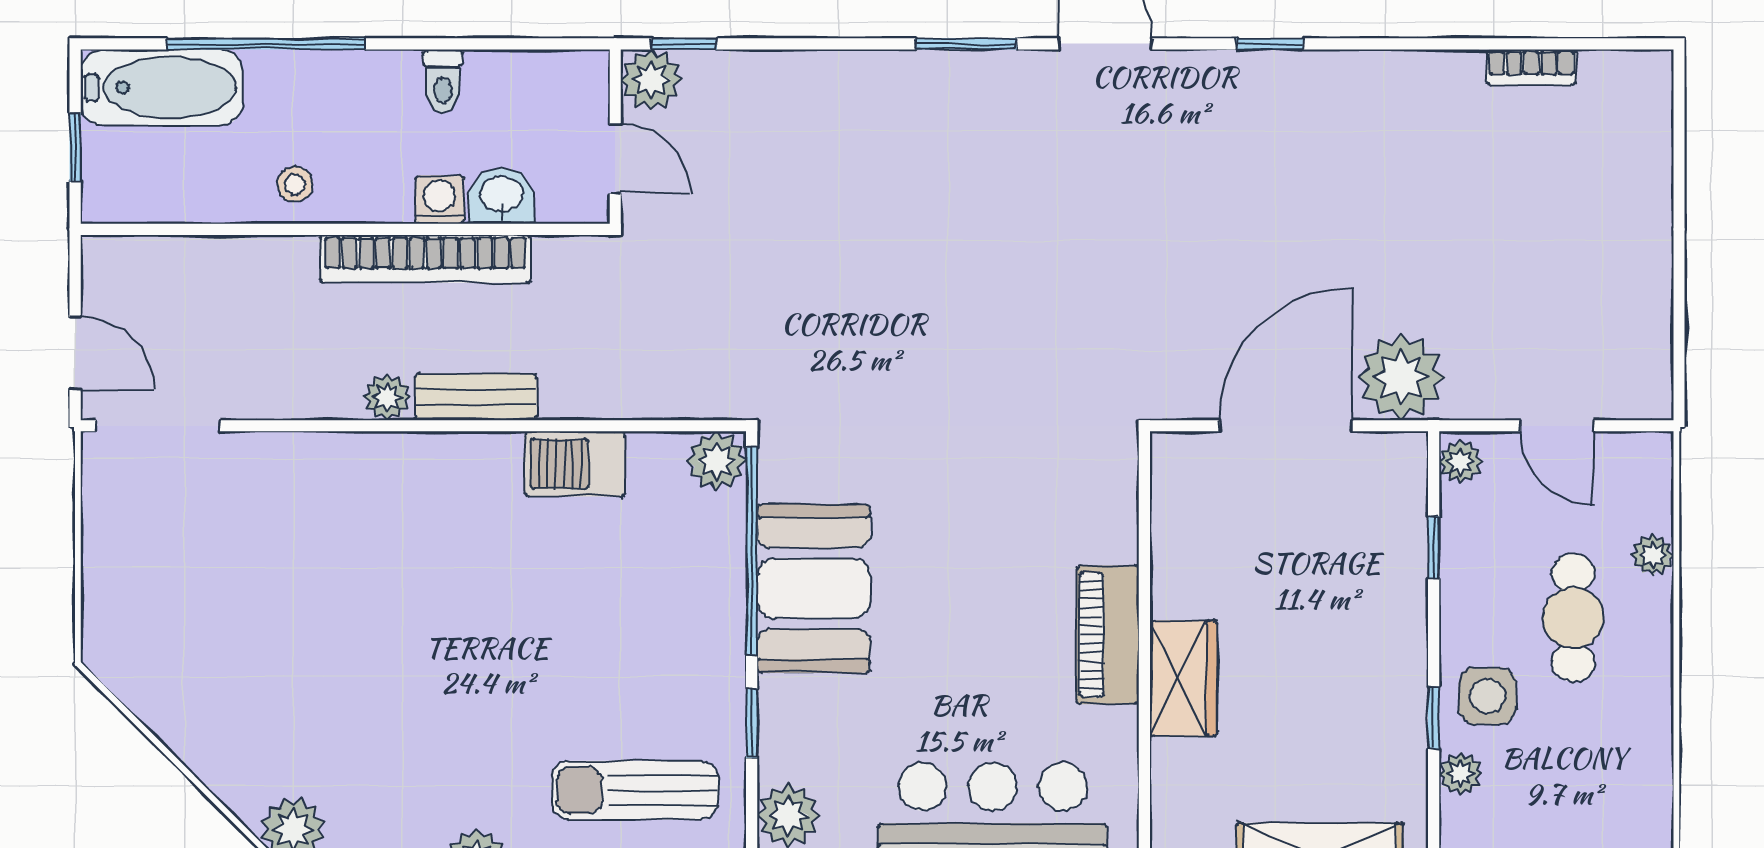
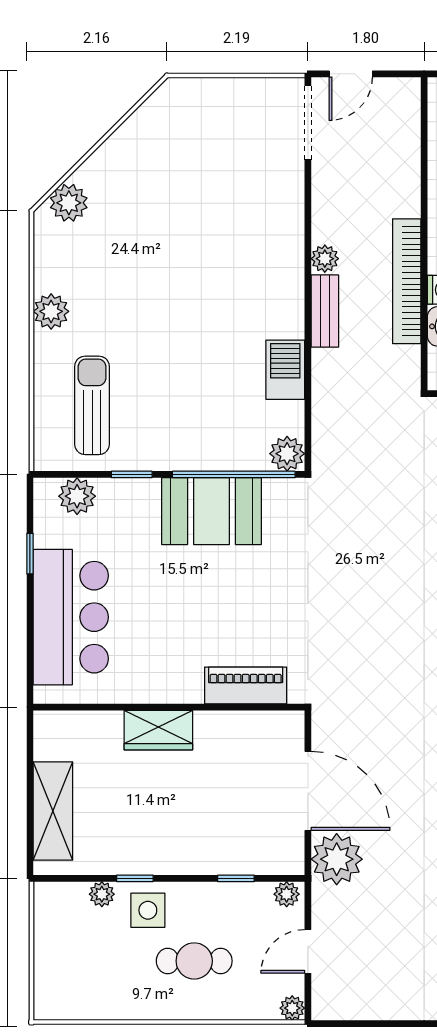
plant: (1653, 555) -> (292, 1008), moved
piano: (1108, 635) -> (246, 685), moved

